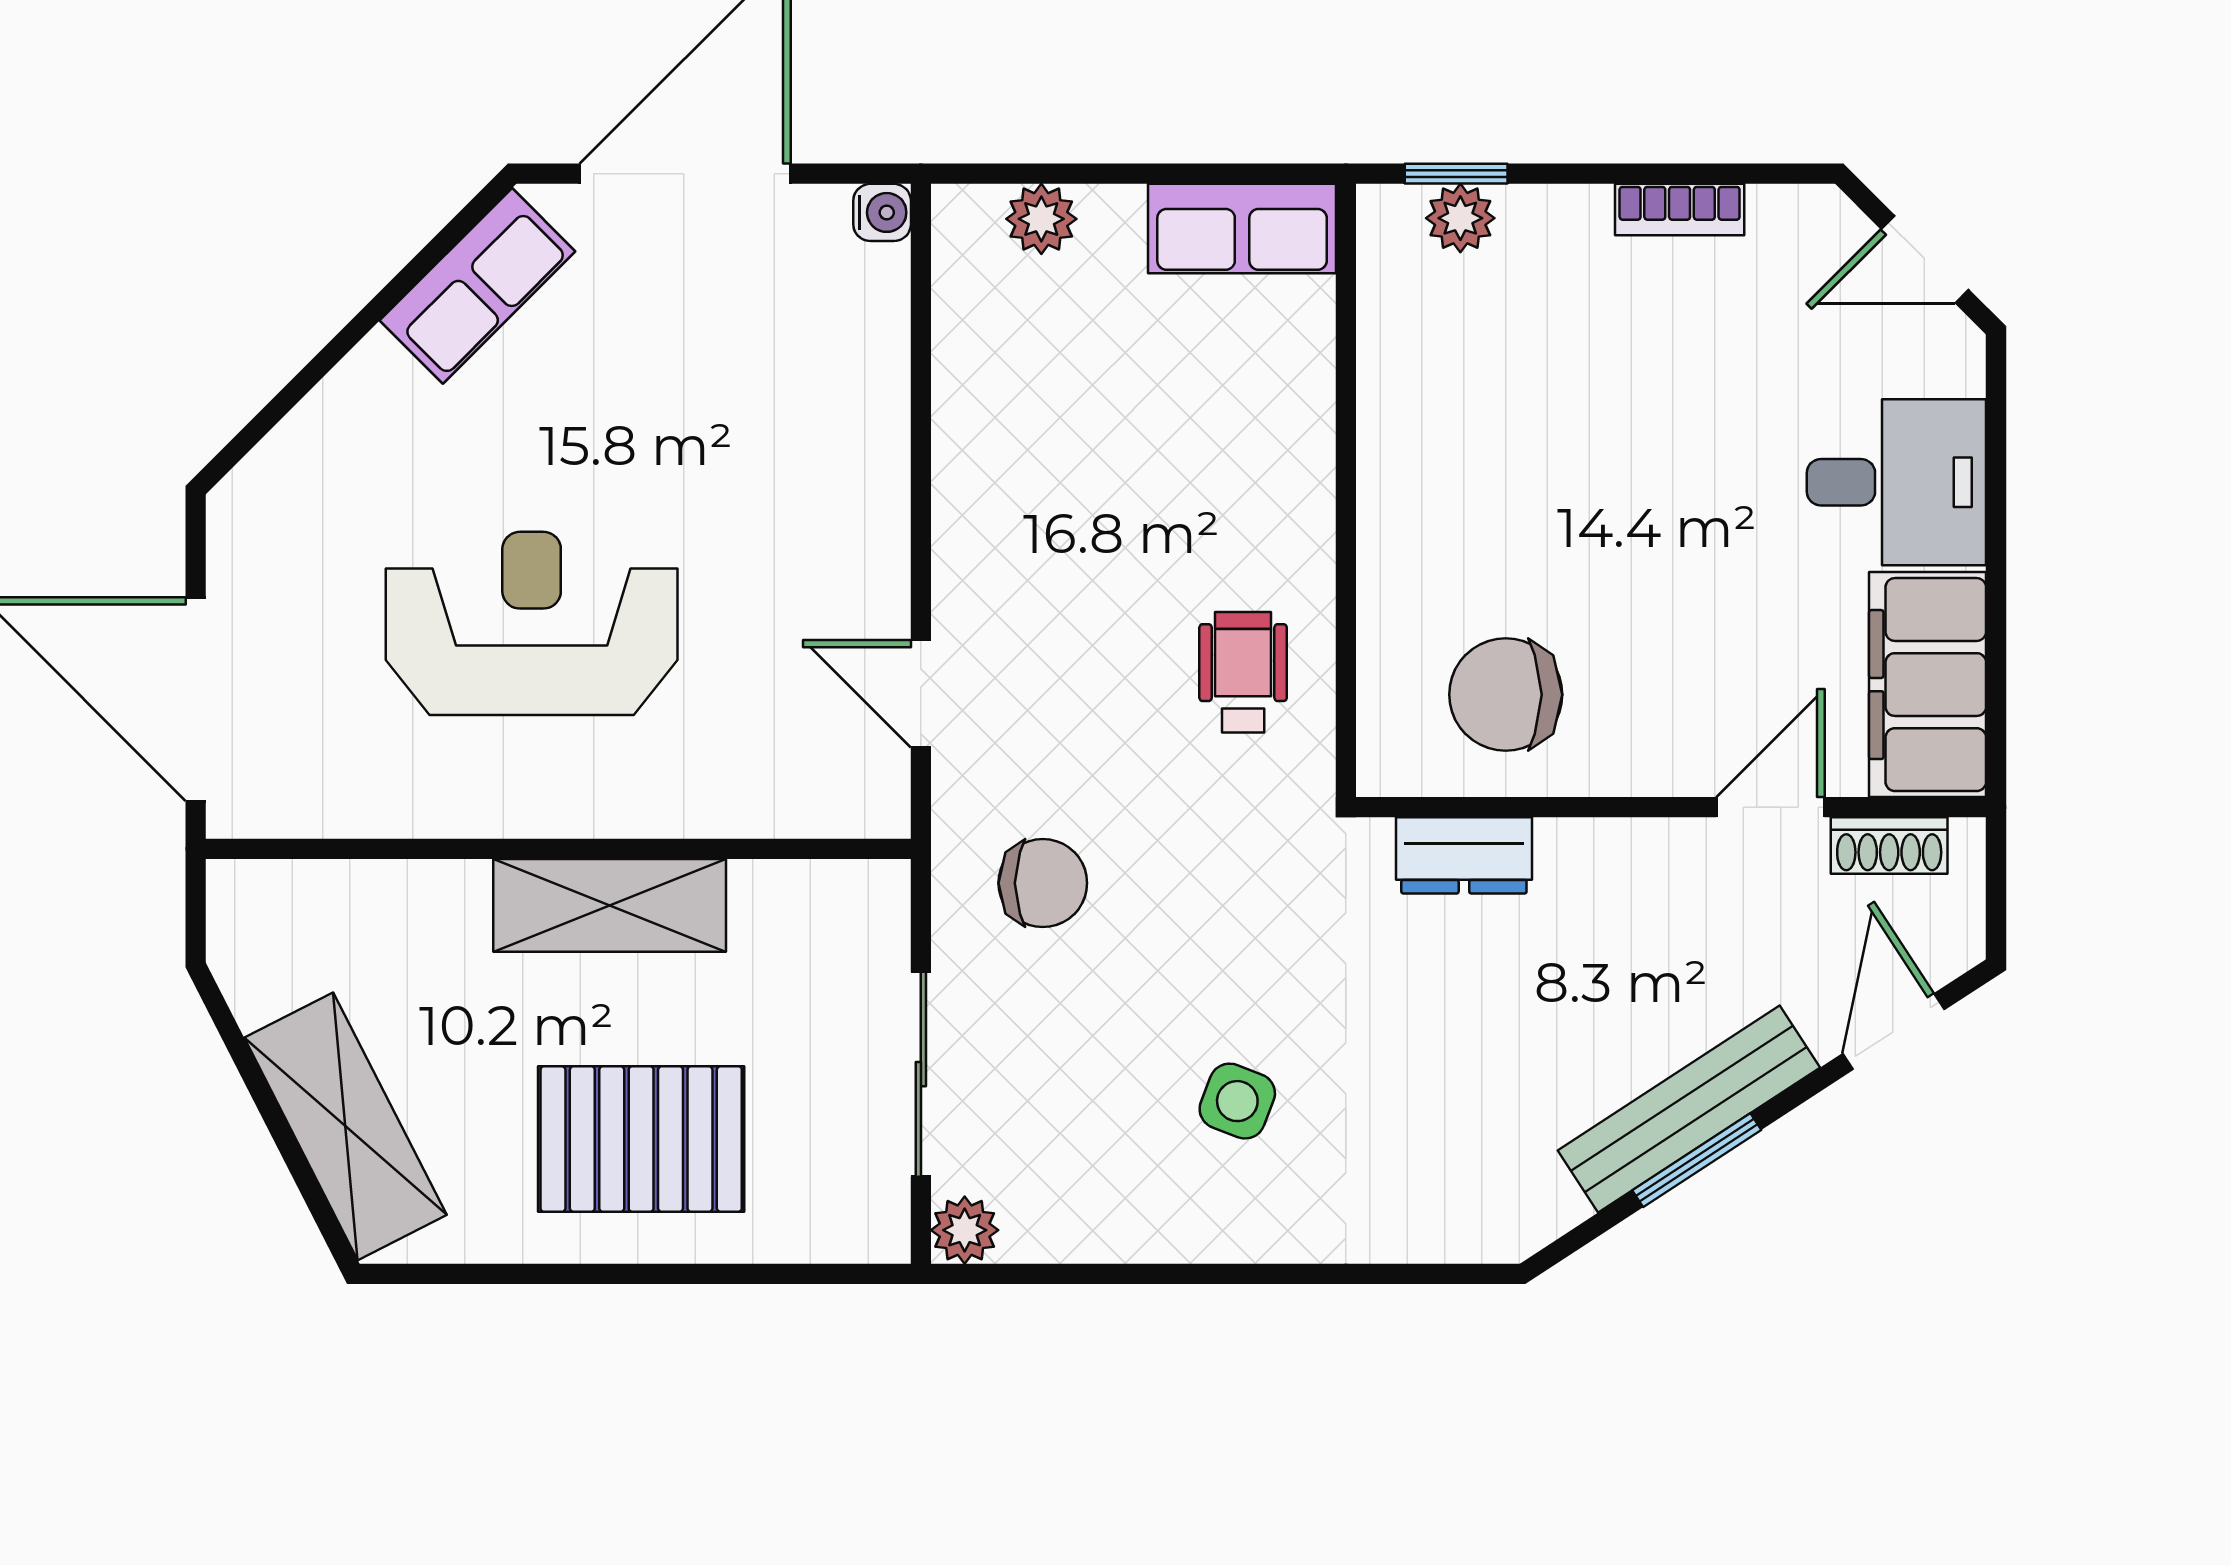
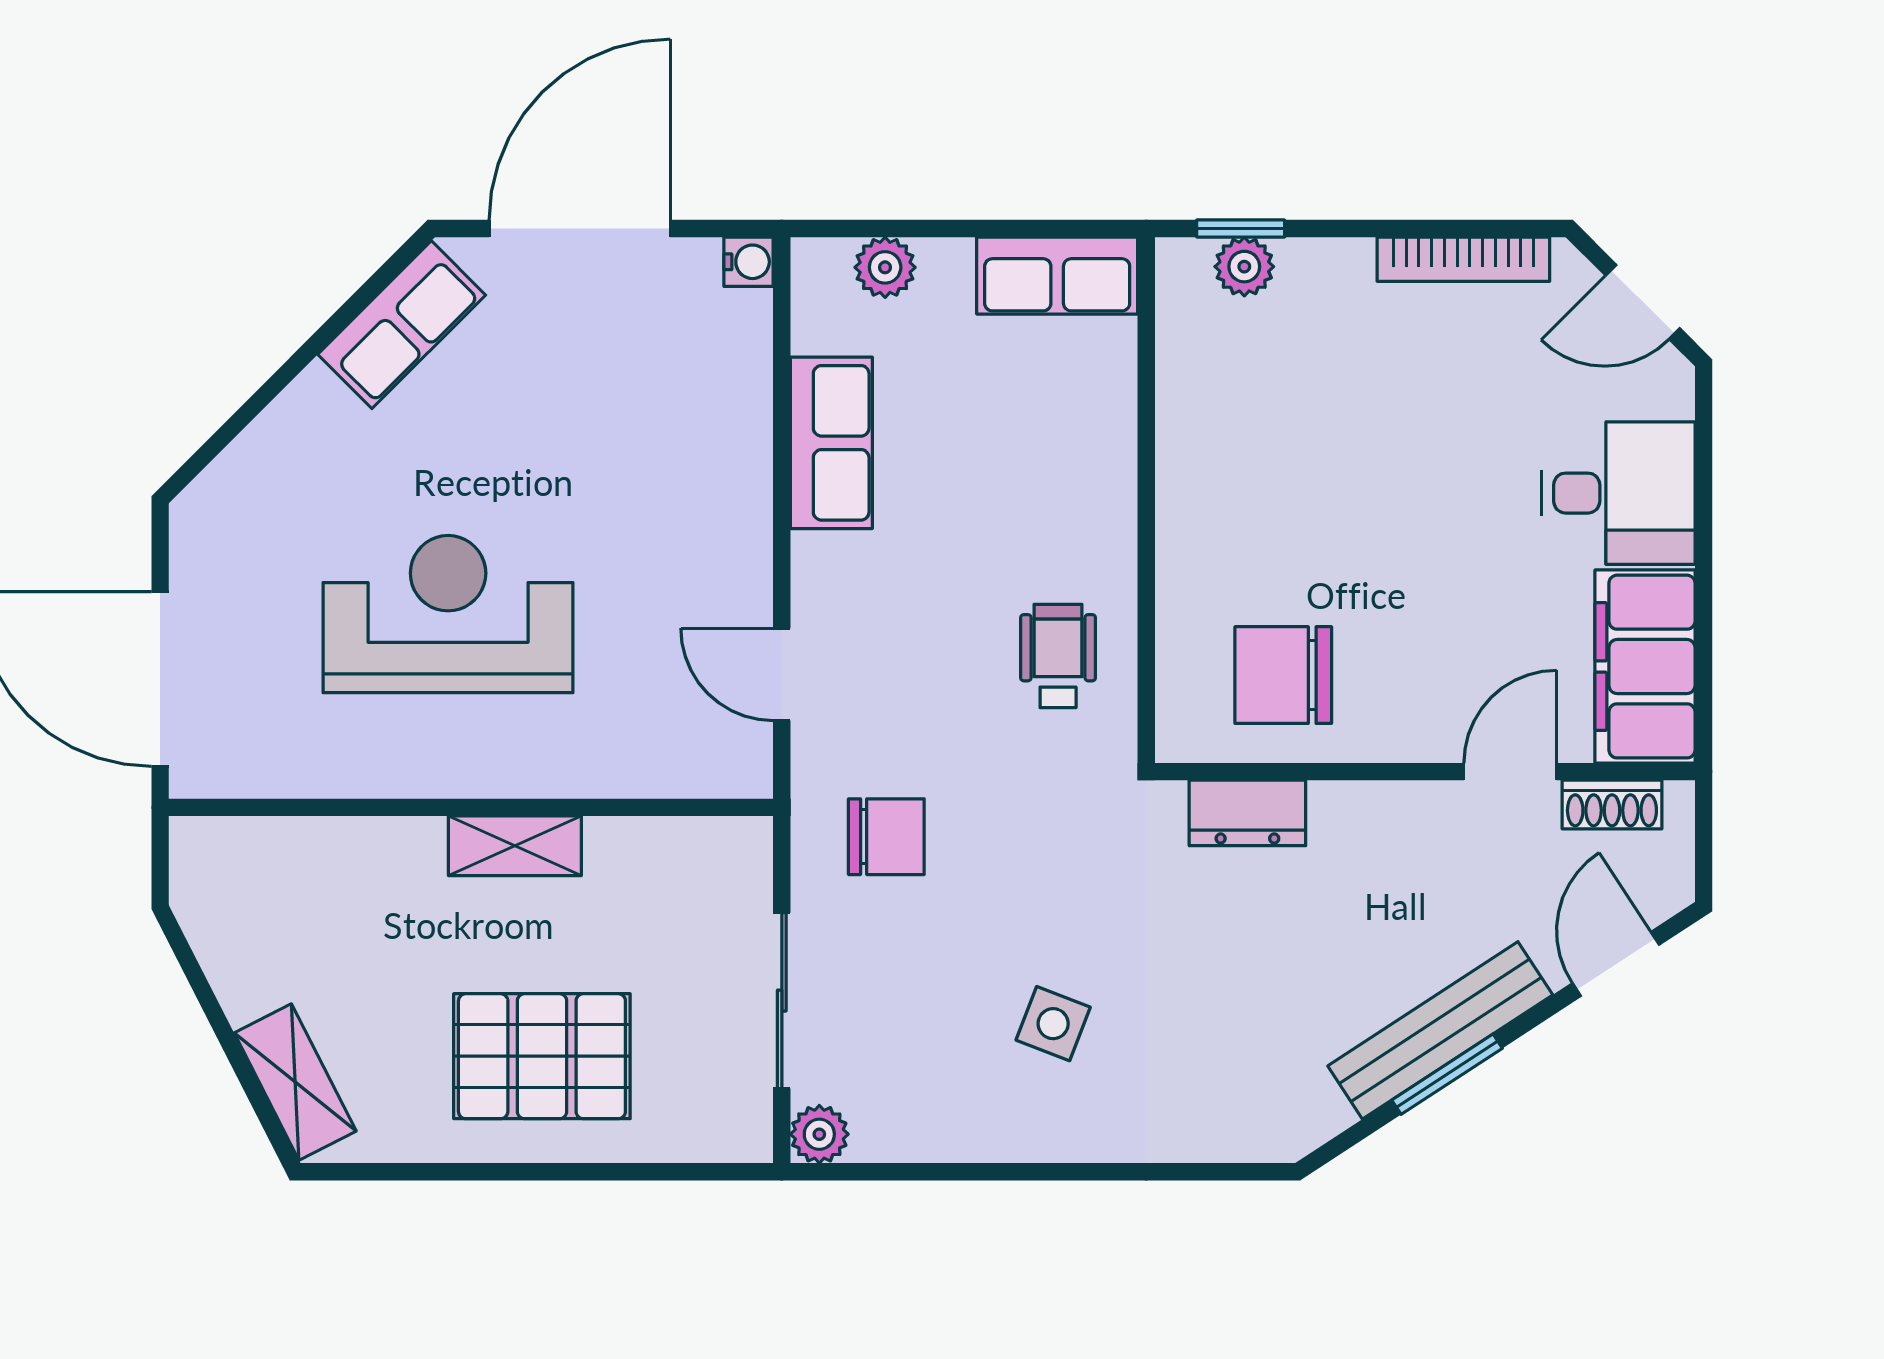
bookcase: (1680, 210) -> (1463, 259), width x1.56
row of seats: (979, 424) -> (831, 443), added
shelving: (610, 905) -> (515, 846), width x0.67, depth x0.75
shelving: (345, 1126) -> (295, 1082), width x0.67, depth x0.75

